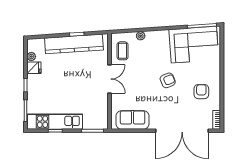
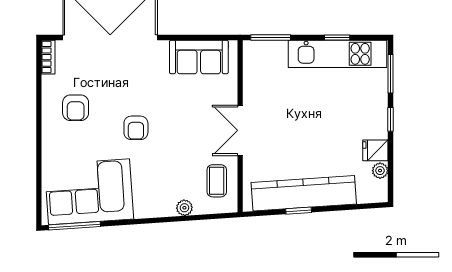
armchair: (168, 80) -> (136, 128), turned -68

